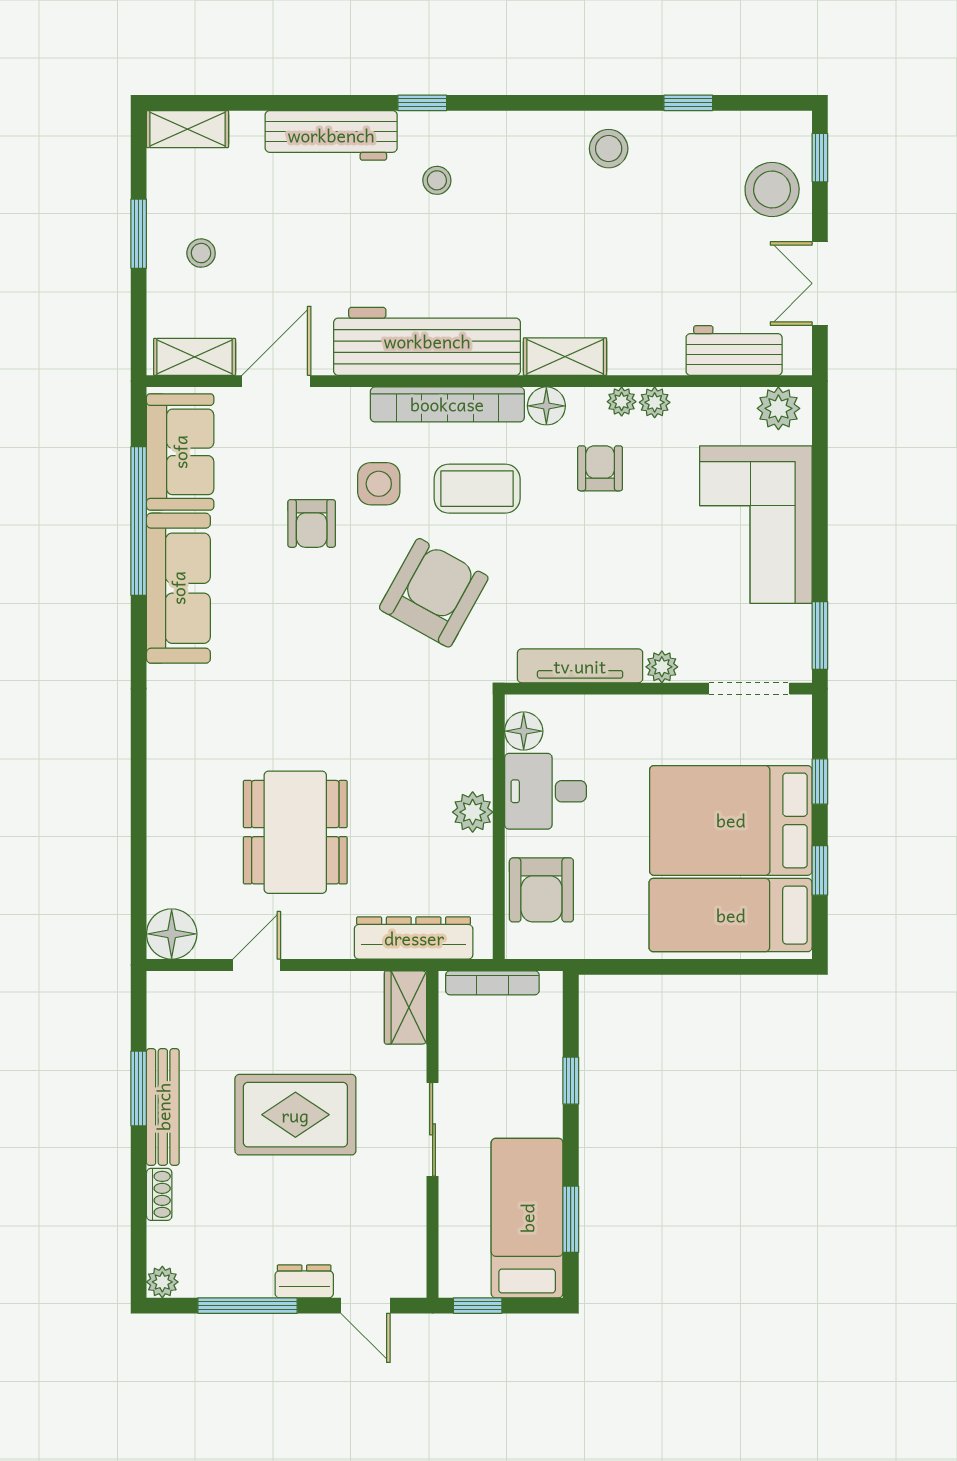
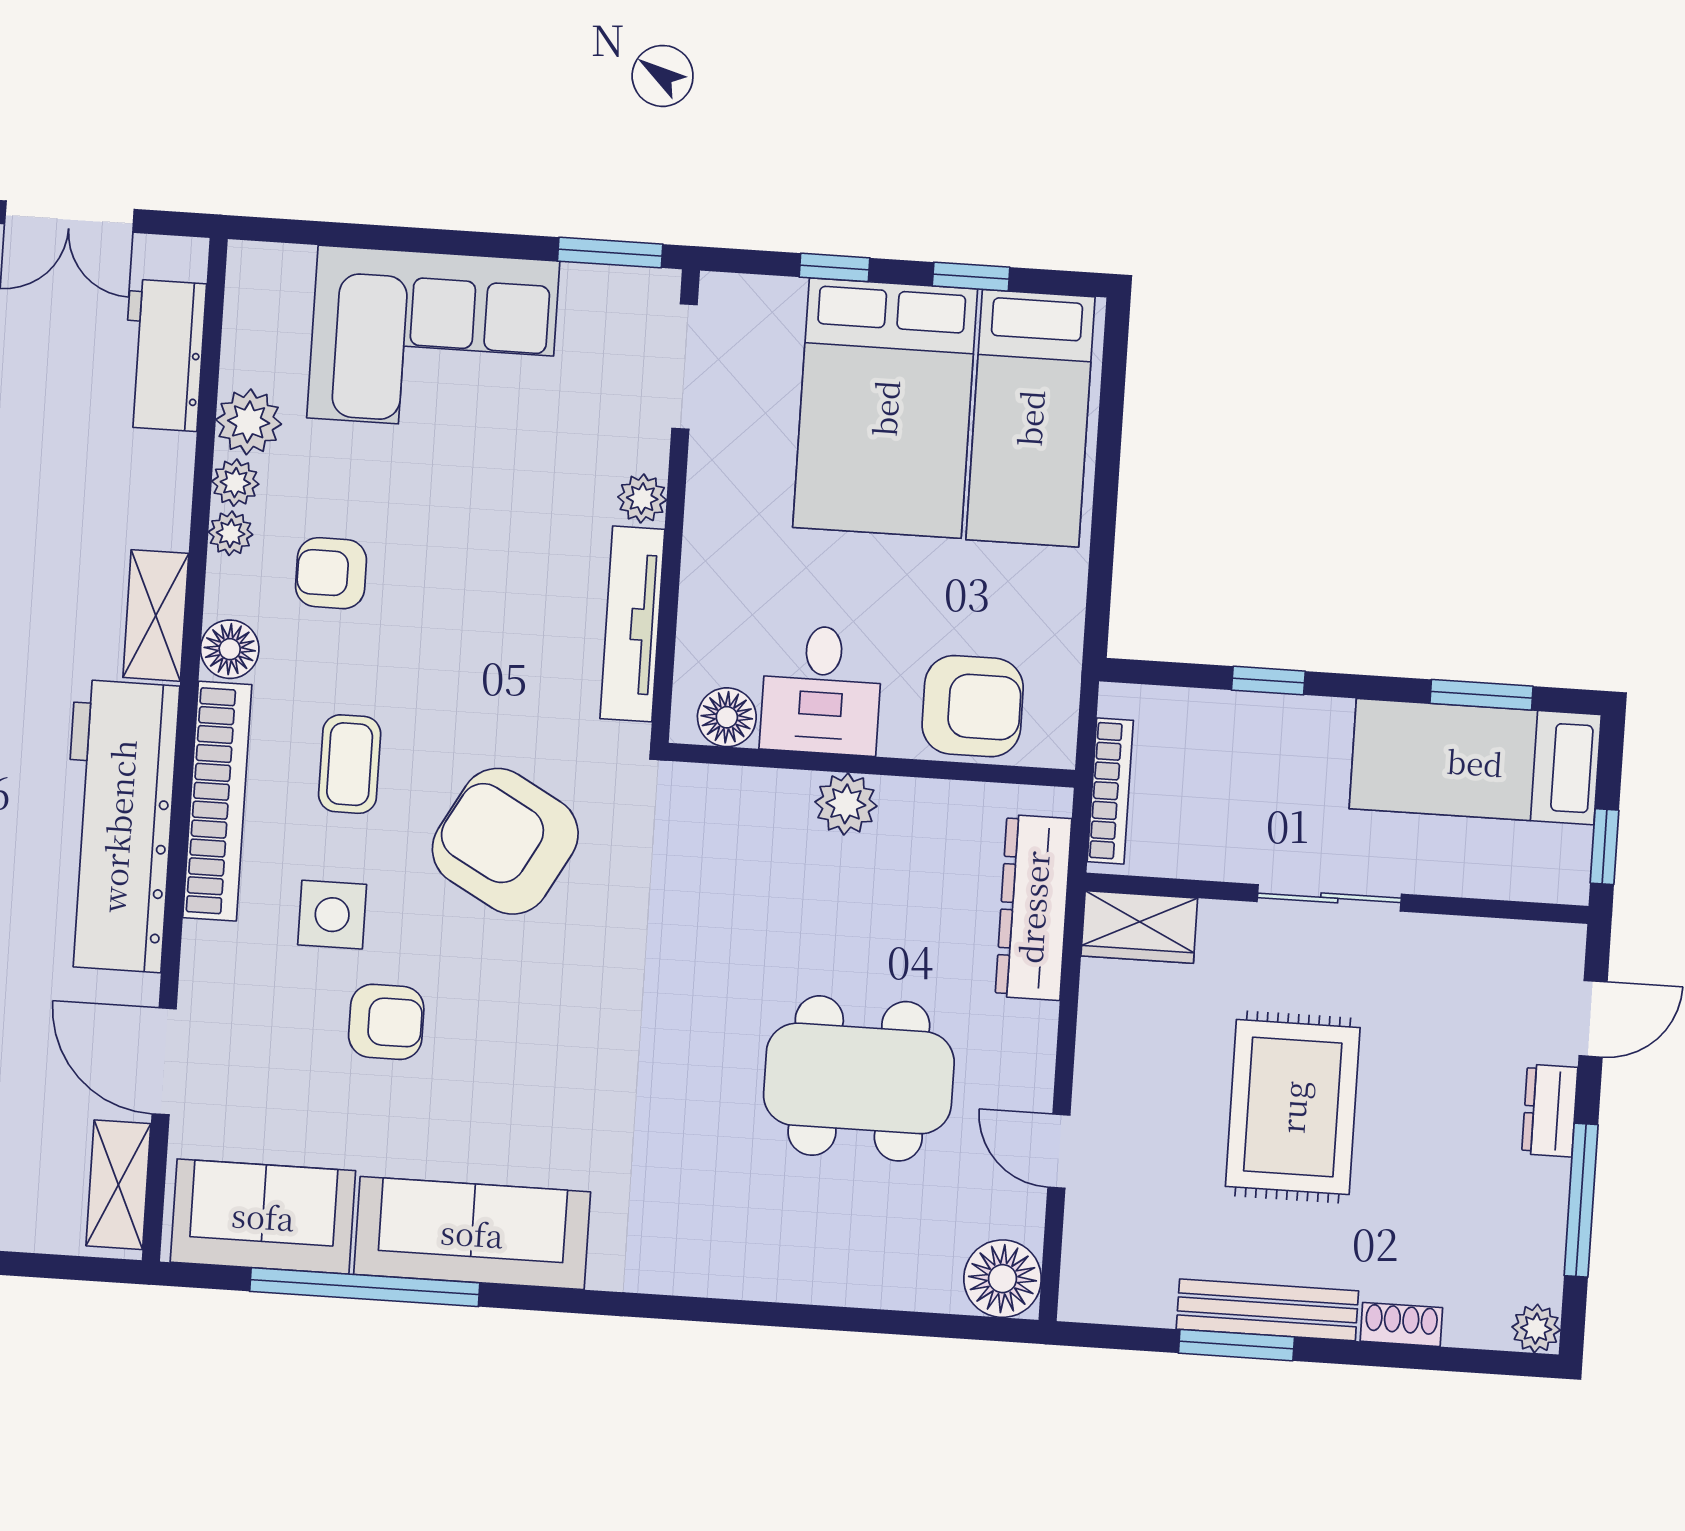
plant: (778, 408) -> (249, 422), moved
coffee table: (477, 489) -> (350, 764), width x0.73, depth x0.77

